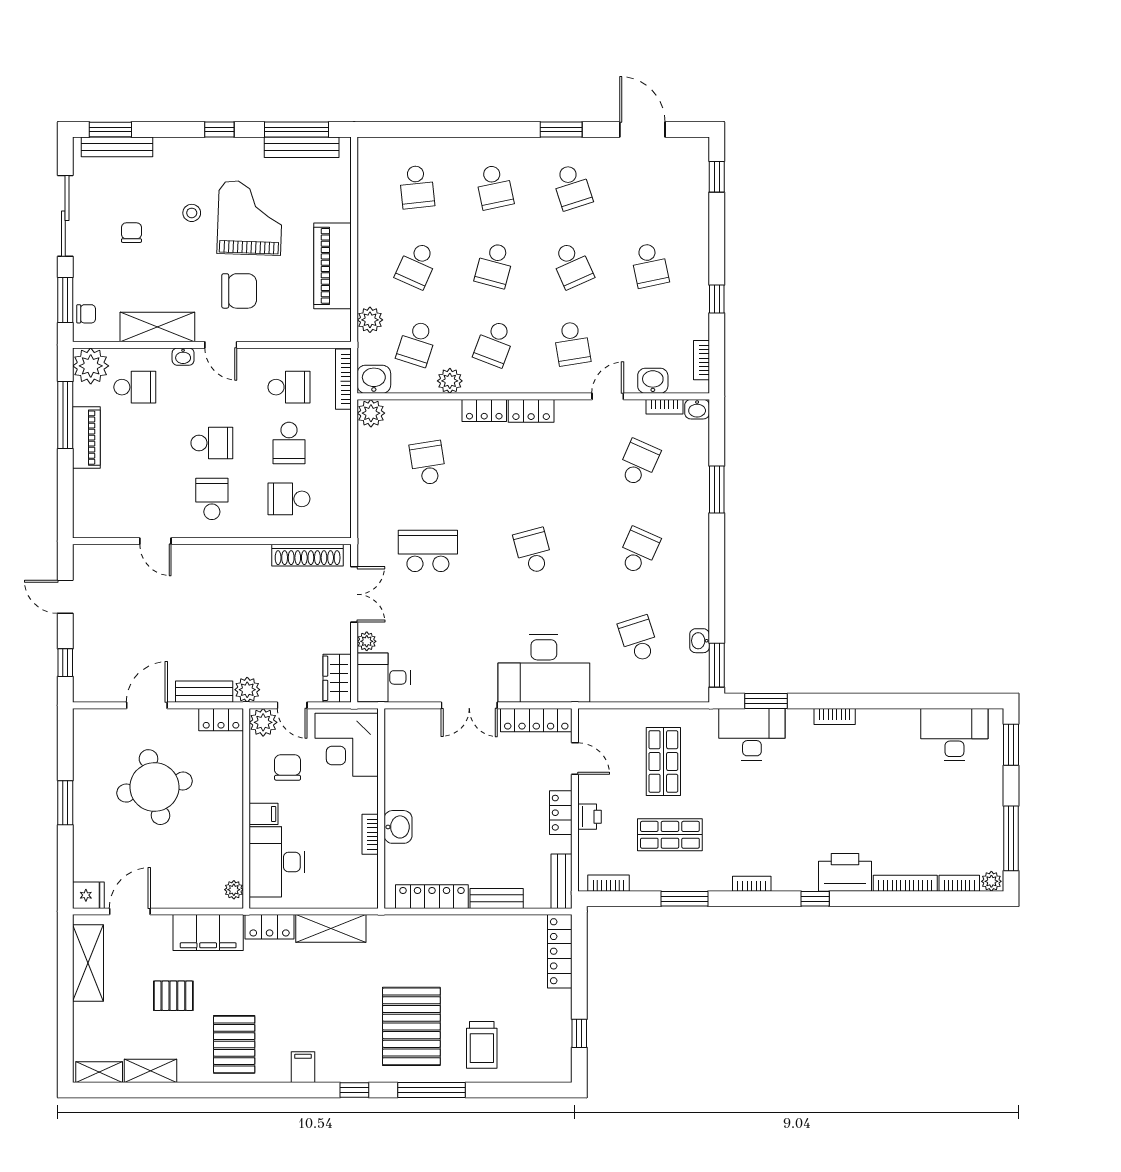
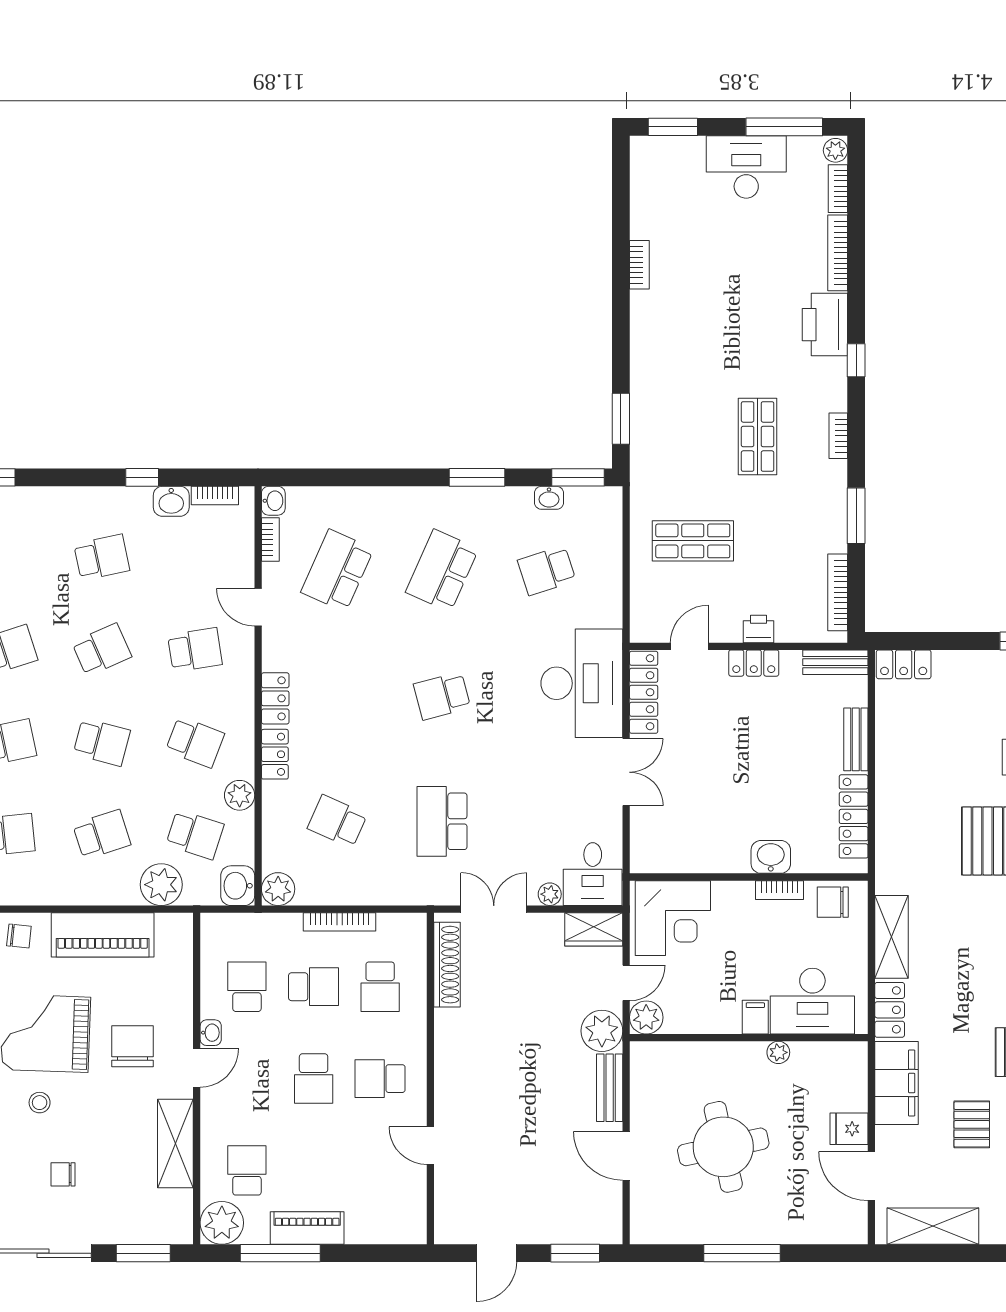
school desk: (417, 265) -> (102, 835), turned -42
chair: (86, 314) -> (19, 936), moved, turned 96
plant: (370, 320) -> (161, 885), width x1.36, depth x1.36
washbasin: (183, 357) -> (211, 1033), moved
bookcase: (343, 379) -> (339, 922), moved
washbasin: (653, 381) -> (171, 501), moved, turned -90
school desk: (212, 443) -> (314, 1079), turned 180
school desk: (428, 463) -> (337, 821), turned 33
school desk: (638, 463) -> (337, 571), width x1.85
window: (717, 489) -> (477, 477), moved
door: (155, 541) -> (430, 1146), swing flipped
school desk: (638, 551) -> (442, 571), width x1.85
window: (65, 663) -> (575, 1253), width x1.50
plant: (247, 690) -> (602, 1031), width x1.36, depth x1.36
bookcase: (835, 717) -> (639, 265), moved
locker: (221, 720) -> (643, 1068), removed
desk: (752, 734) -> (660, 435), removed
desk: (954, 735) -> (746, 167), moved, turned 90
chair: (288, 767) -> (833, 902), moved
window: (65, 803) -> (742, 1253), width x1.44
shop shelf: (670, 835) -> (758, 436), moved
bookcase: (608, 883) -> (838, 592), width x1.56
plant: (234, 890) -> (778, 1052), moved
fridge: (88, 895) -> (849, 1129), moved, turned -90
locker: (560, 951) -> (904, 664), width x0.66

